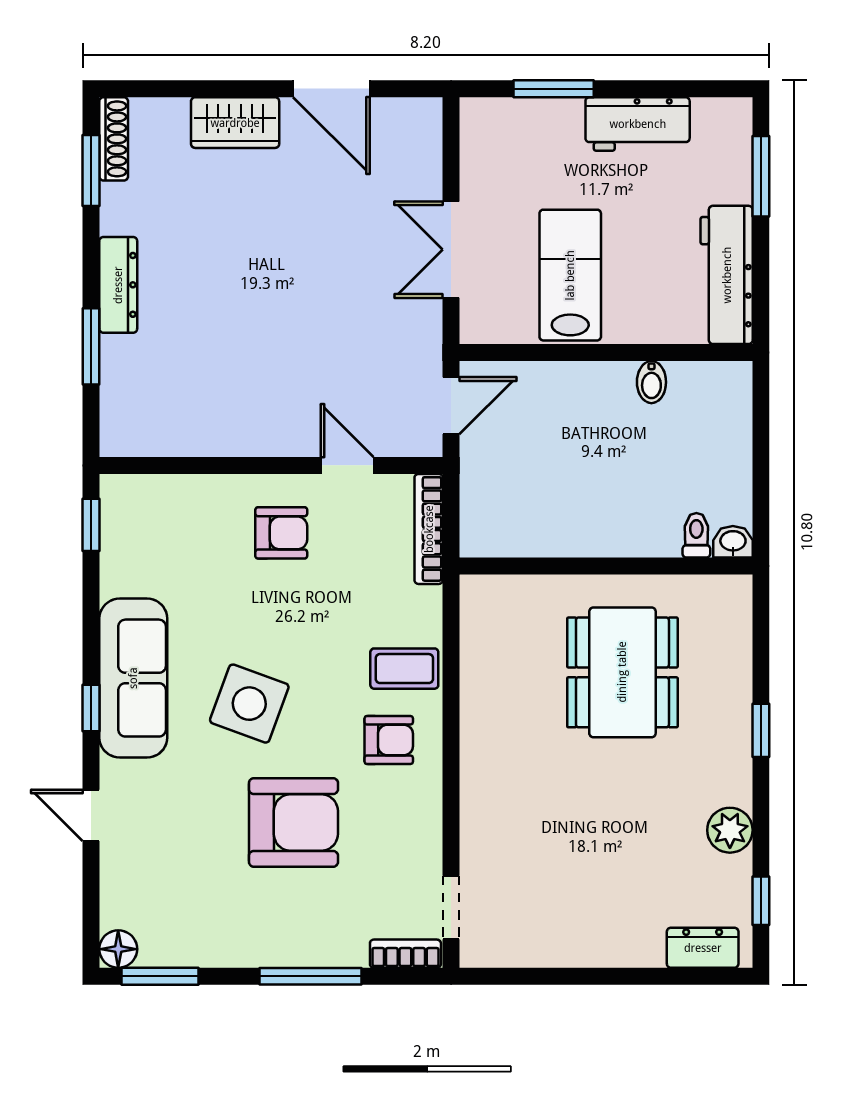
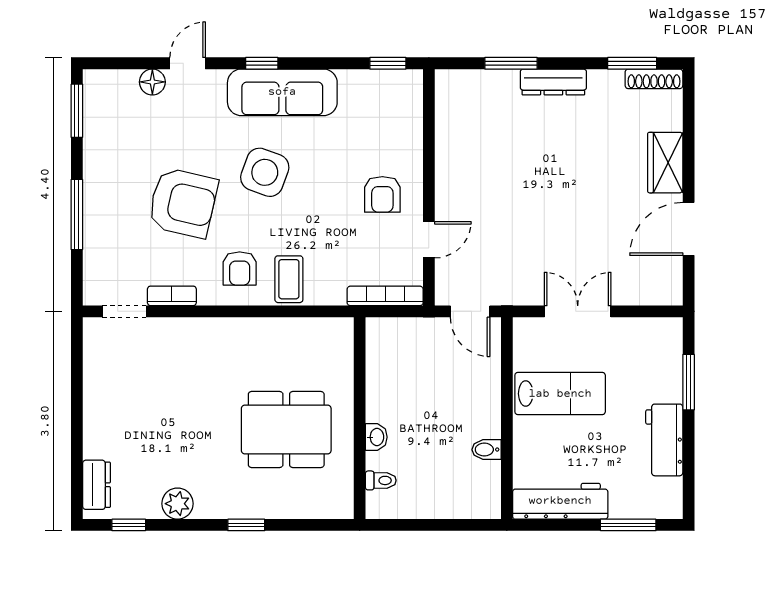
washbasin: (733, 542) -> (376, 437), moved
armchair: (293, 822) -> (183, 203), turned -77
floor lamp: (118, 949) -> (152, 82), moved
bookcase: (405, 954) -> (172, 296), moved, turned -90

